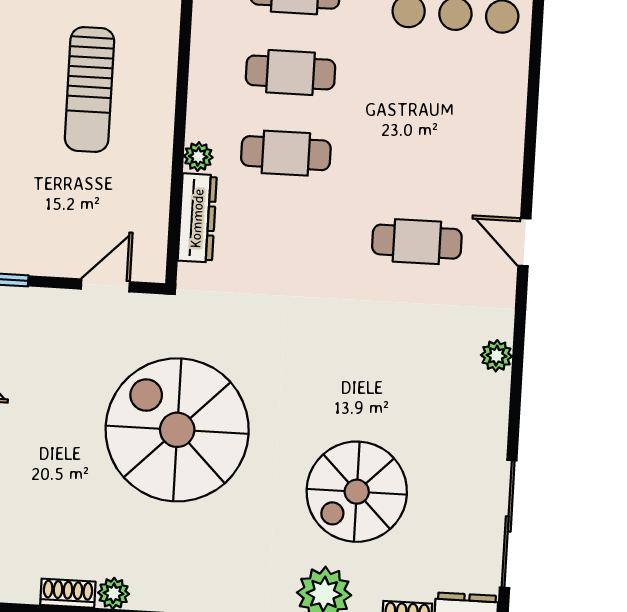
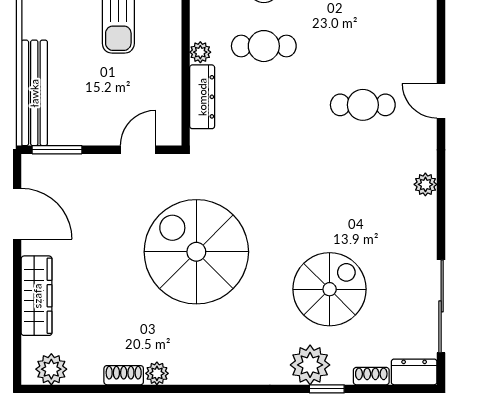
spiral stairs: (357, 492) -> (330, 289), turned 180

